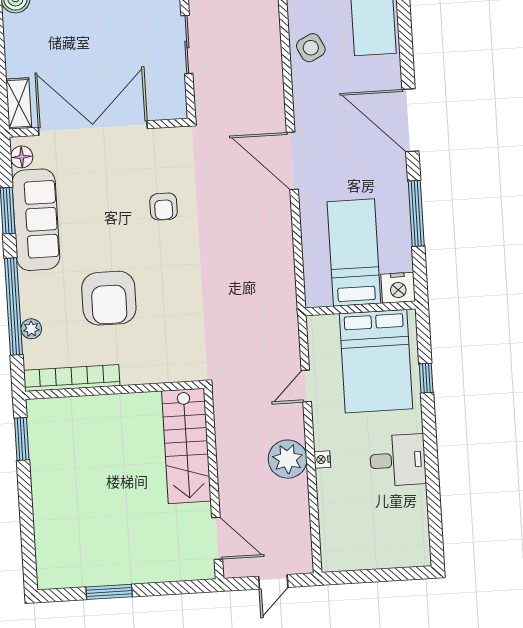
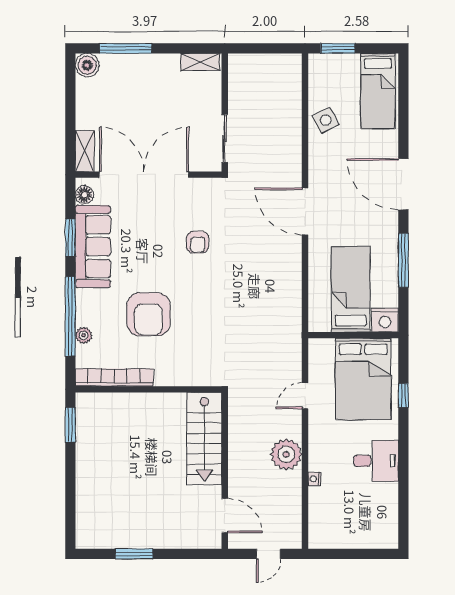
sliding door: (187, 44) -> (225, 138), moved
nightstand: (322, 459) -> (314, 479), moved

